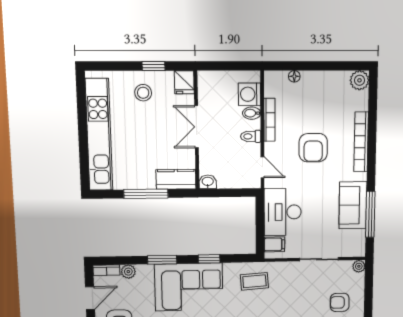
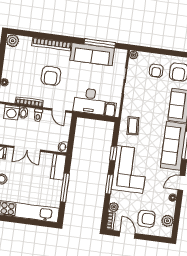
armchair: (313, 148) -> (51, 76), turned 90
door: (262, 167) -> (59, 110), swing flipped
sofa: (353, 205) -> (92, 54), width x1.36

